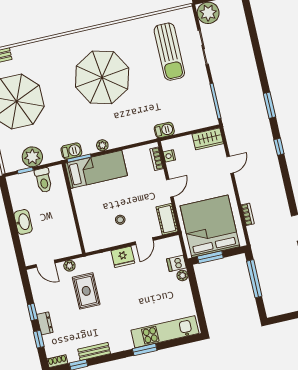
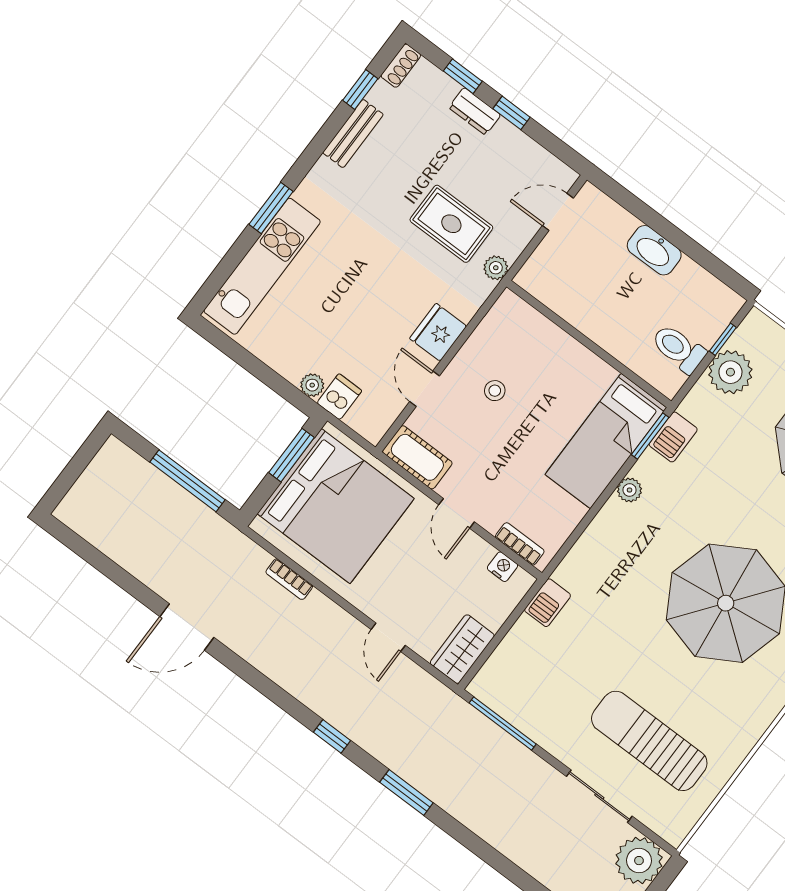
plant: (69, 266) -> (496, 268), moved

